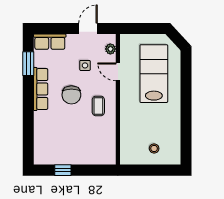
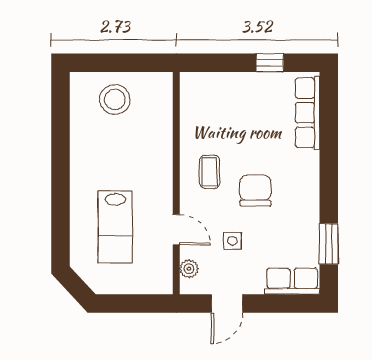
lab bench: (154, 74) -> (115, 227), width x0.73, depth x0.72
row of seats: (41, 89) -> (308, 113), moved
stool: (154, 148) -> (115, 100), width x1.89, depth x1.89

